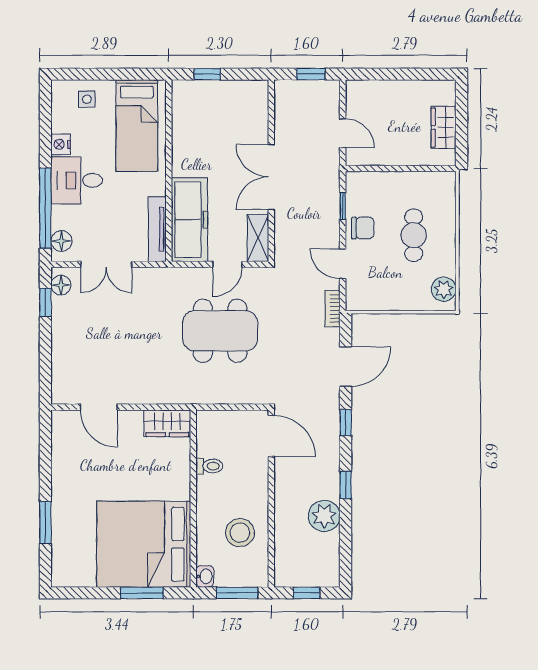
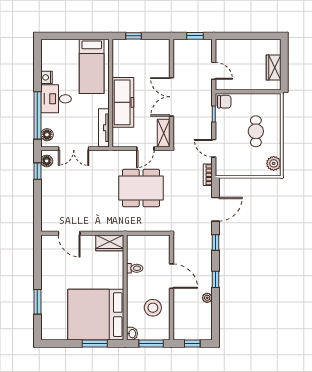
side table: (87, 99) -> (62, 51), removed
freezer: (189, 220) -> (123, 102), moved
chair: (363, 228) -> (224, 102), moved
door: (271, 436) -> (171, 276), moved
plant: (324, 516) -> (207, 298), width x0.53, depth x0.53

